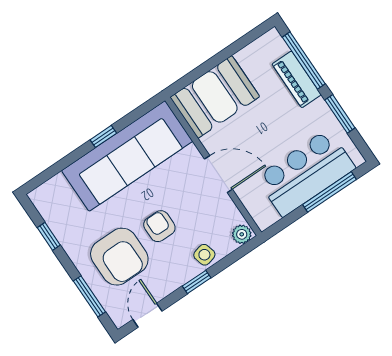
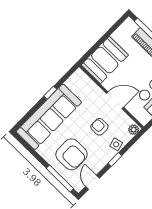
sofa: (127, 156) -> (49, 117), moved
armchair: (159, 226) -> (99, 127), moved
window: (49, 236) -> (32, 151), removed
window: (89, 296) -> (60, 179), width x1.44

